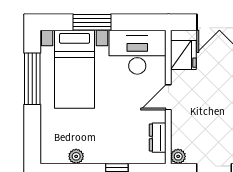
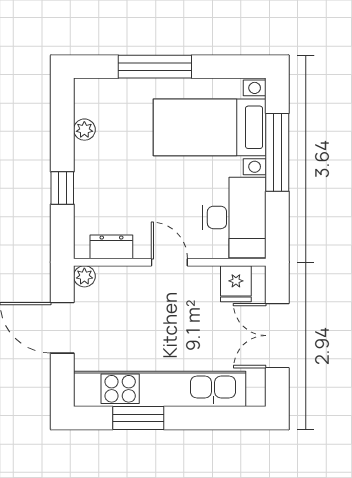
window: (92, 22) -> (277, 152), width x1.44
fridge: (183, 55) -> (236, 284), width x0.72
window: (32, 79) -> (155, 67), moved

